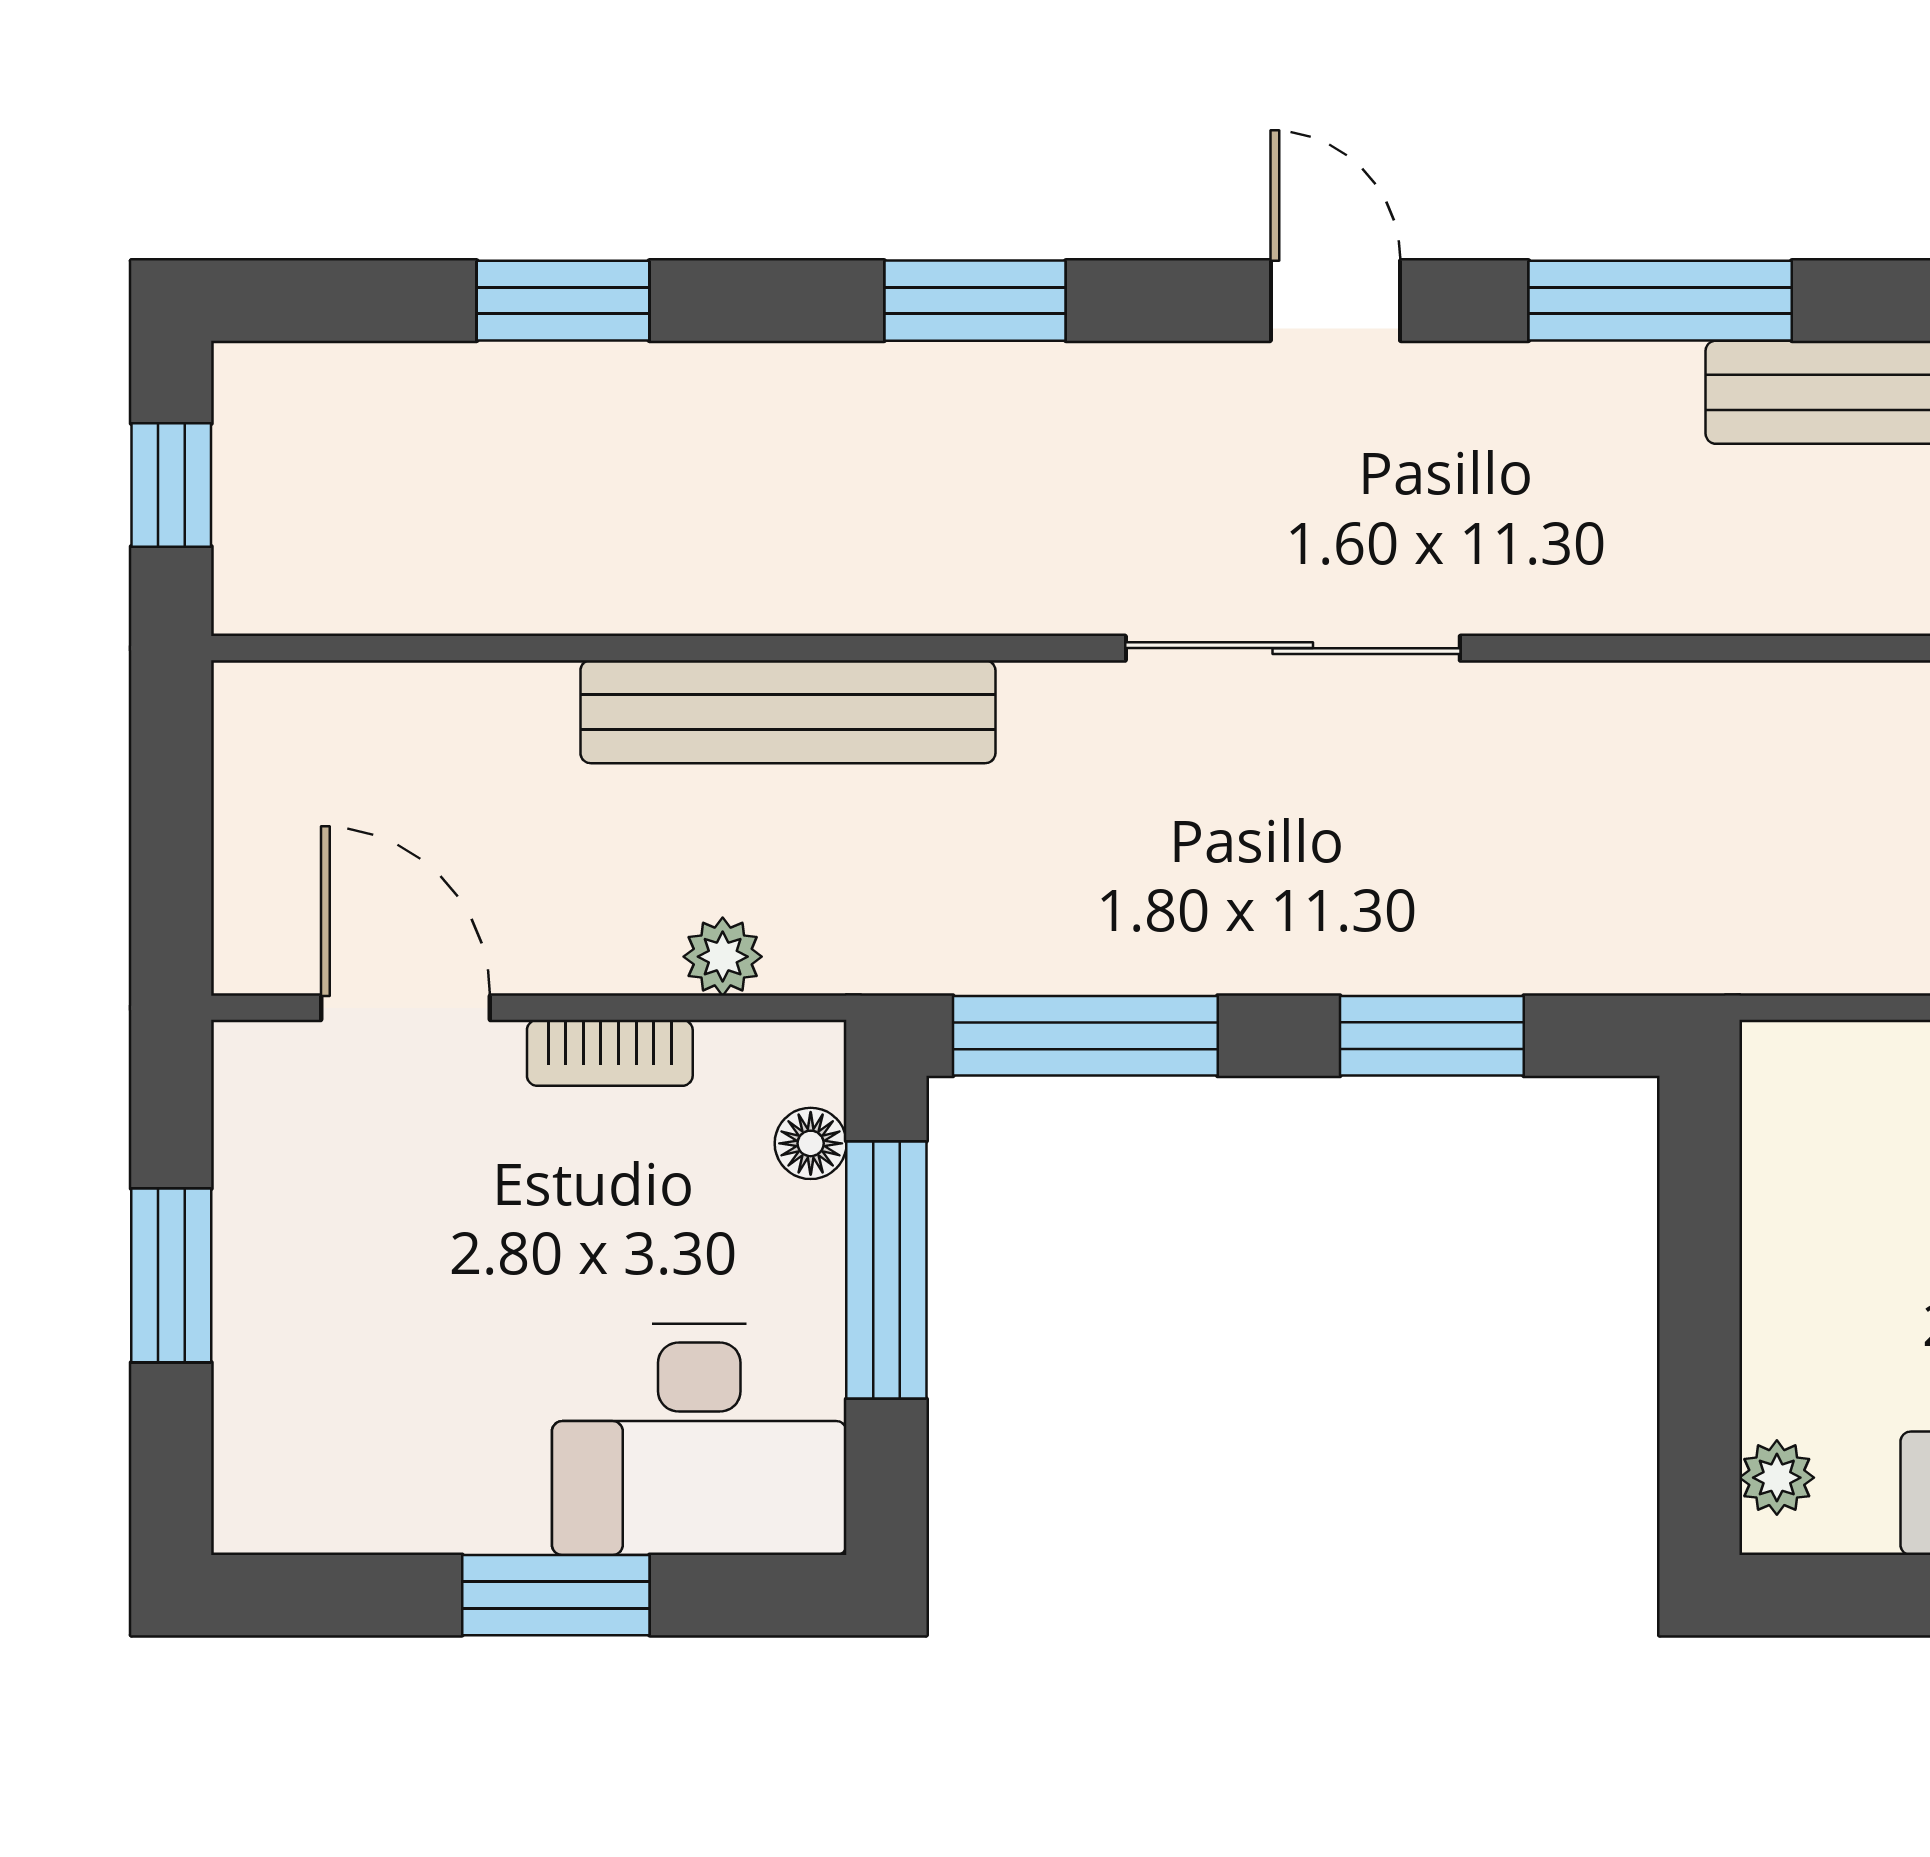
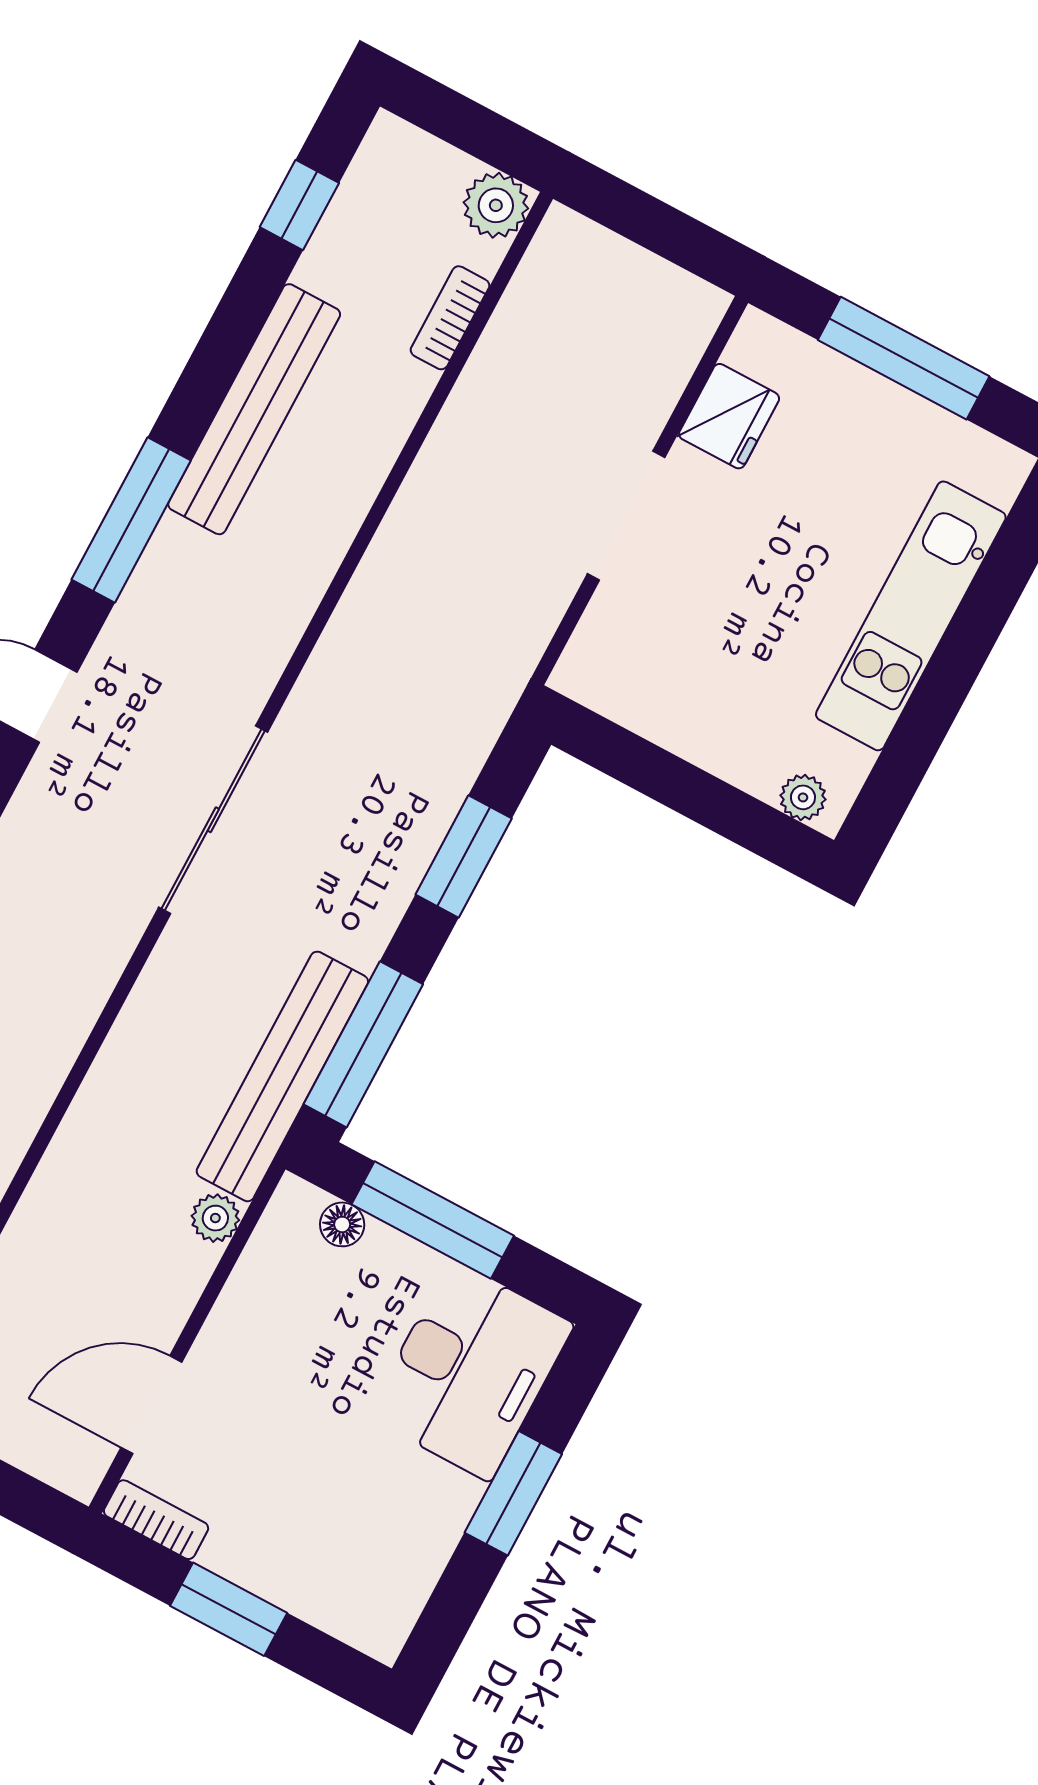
bench: (788, 712) -> (282, 1076), moved
bookcase: (610, 1053) -> (156, 1520), moved, turned -90

